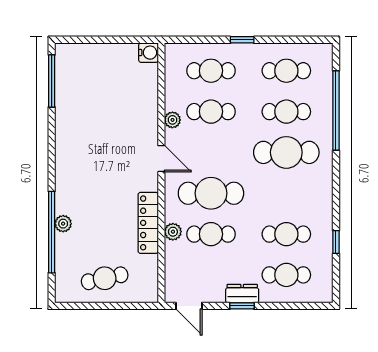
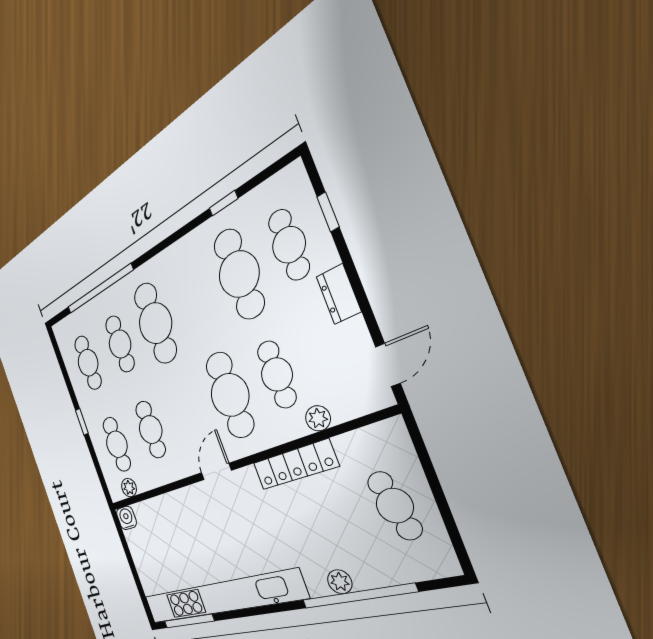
kitchen unit: (66, 120) -> (220, 598), added
plant: (172, 120) -> (129, 488), moved
plant: (173, 232) -> (318, 418), moved
cafe table: (286, 234) -> (239, 274), width x1.37, depth x1.35
window: (242, 306) -> (328, 212), moved

